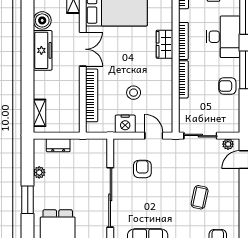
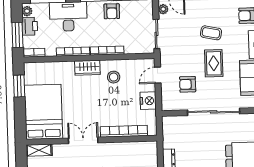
wardrobe: (165, 44) -> (87, 68), moved
stool: (134, 93) -> (114, 77), moved
rug: (165, 199) -> (214, 63), added

